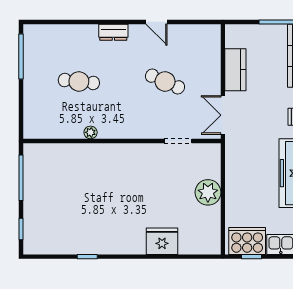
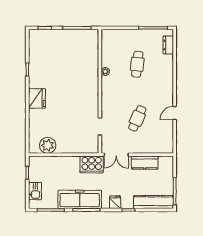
dresser: (113, 32) -> (168, 45), moved
double door: (223, 115) -> (116, 155), swing flipped
plant: (208, 192) -> (48, 145), moved
fridge: (162, 241) -> (37, 98), moved
cooker: (247, 241) -> (92, 164), moved, turned 90

